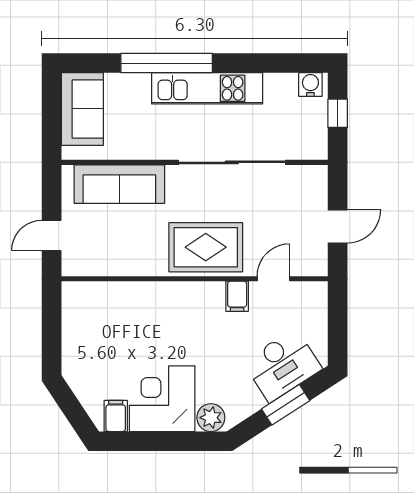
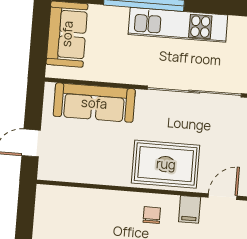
chair: (195, 306) -> (152, 215), added

